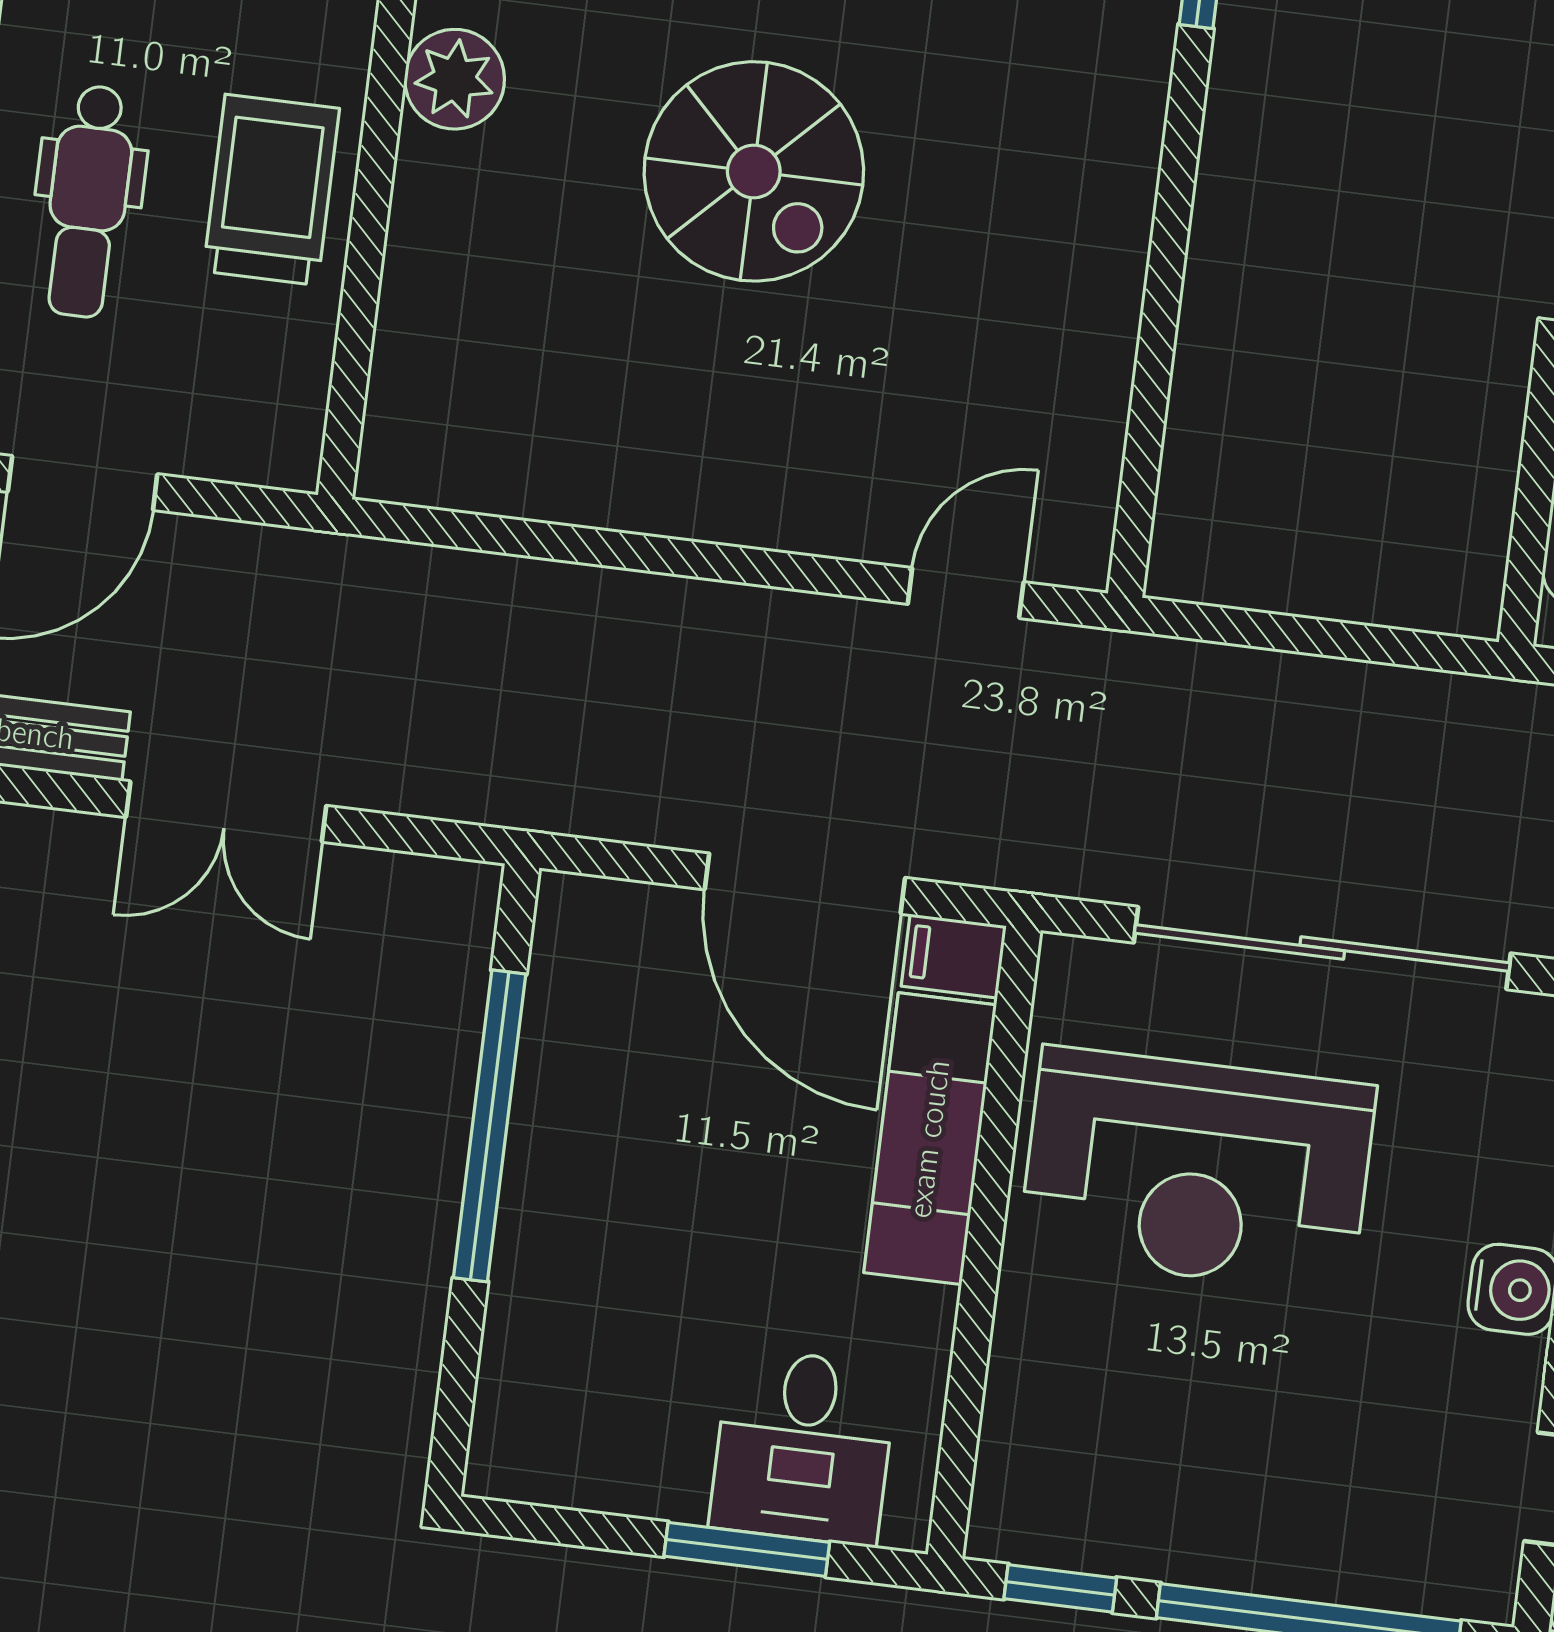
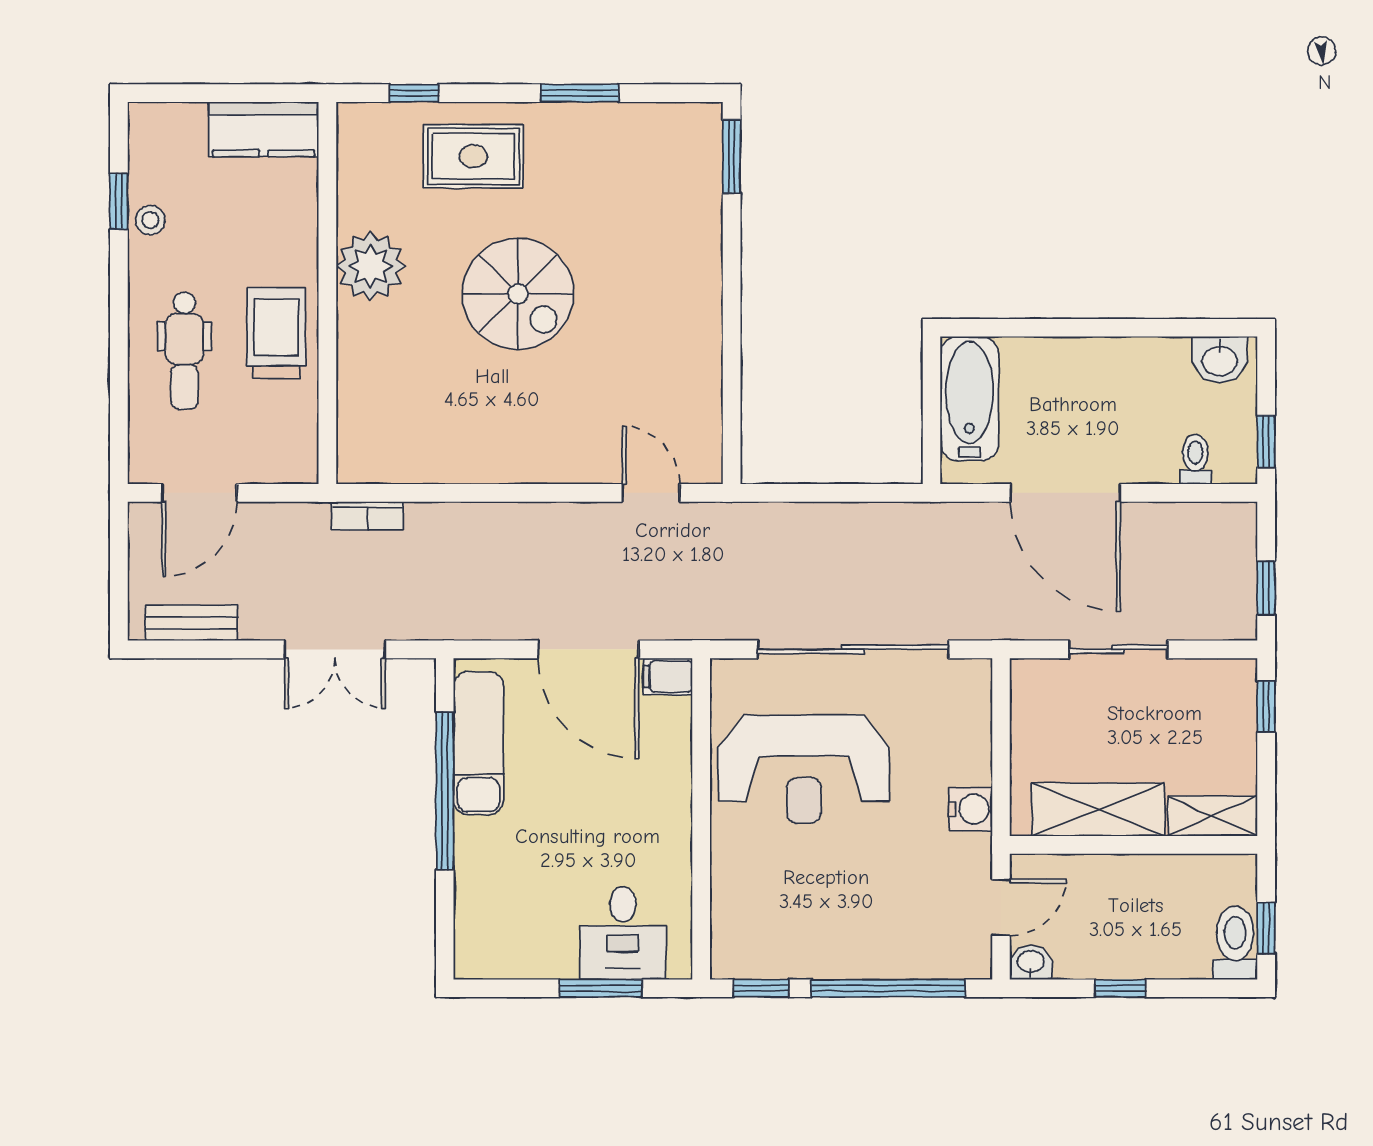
plant: (455, 79) -> (371, 266), width x1.36, depth x1.36
bookcase: (405, 569) -> (367, 516), added
door: (966, 593) -> (651, 493), hinge flipped
double door: (226, 811) -> (335, 649), moved
exam couch: (930, 1139) -> (479, 743), moved, turned 180

